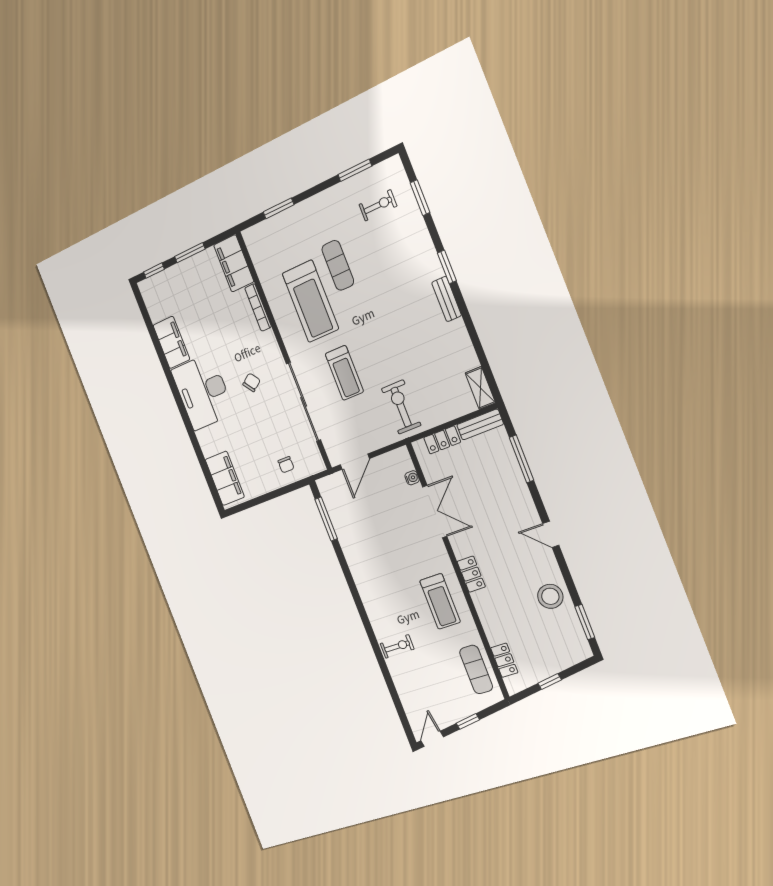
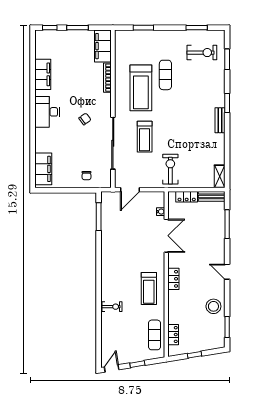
exercise bike: (378, 205) -> (202, 53), width x1.38, depth x1.39
desk: (203, 392) -> (47, 112), width x0.73, depth x0.77

